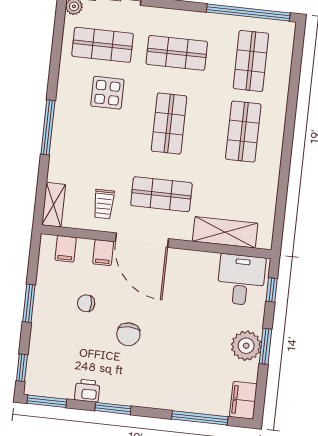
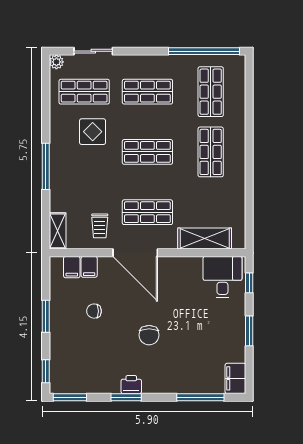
shop shelf: (169, 124) -> (147, 152), turned 90
filing cabinet: (103, 253) -> (89, 267), moved
chair: (128, 334) -> (149, 335), moved
plant: (246, 346) -> (233, 332), removed
printer: (87, 391) -> (131, 385), moved

